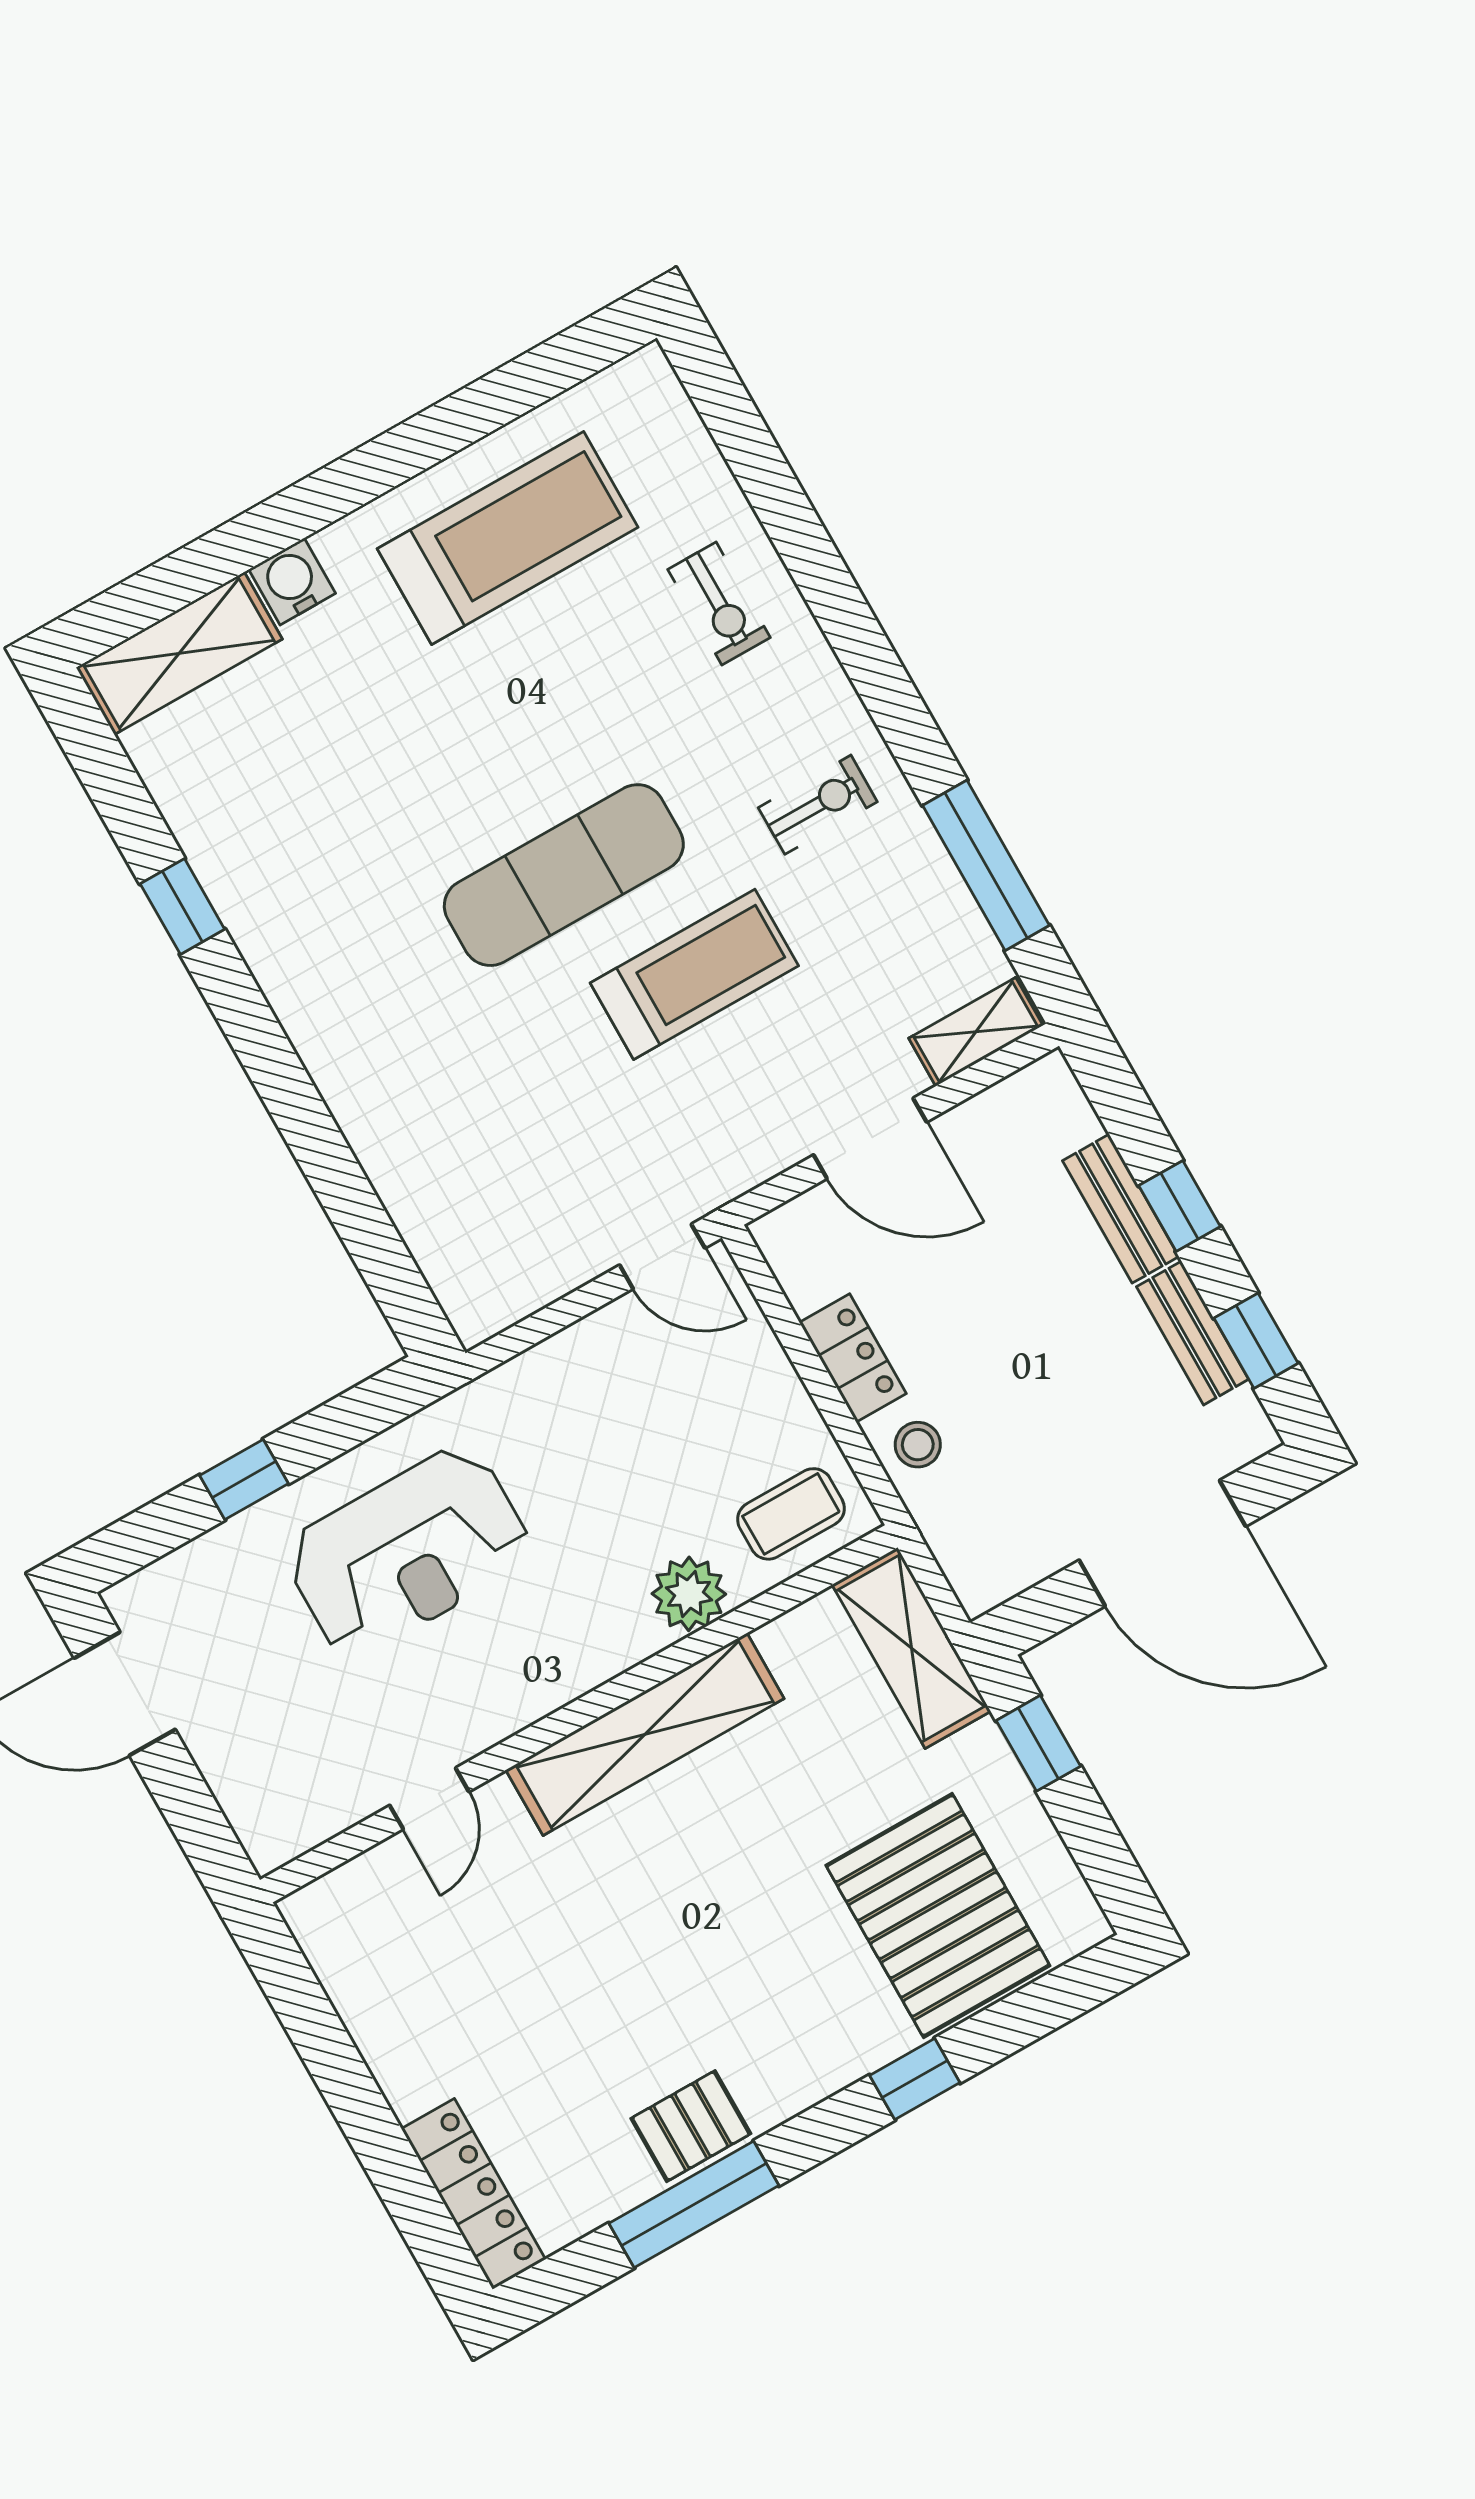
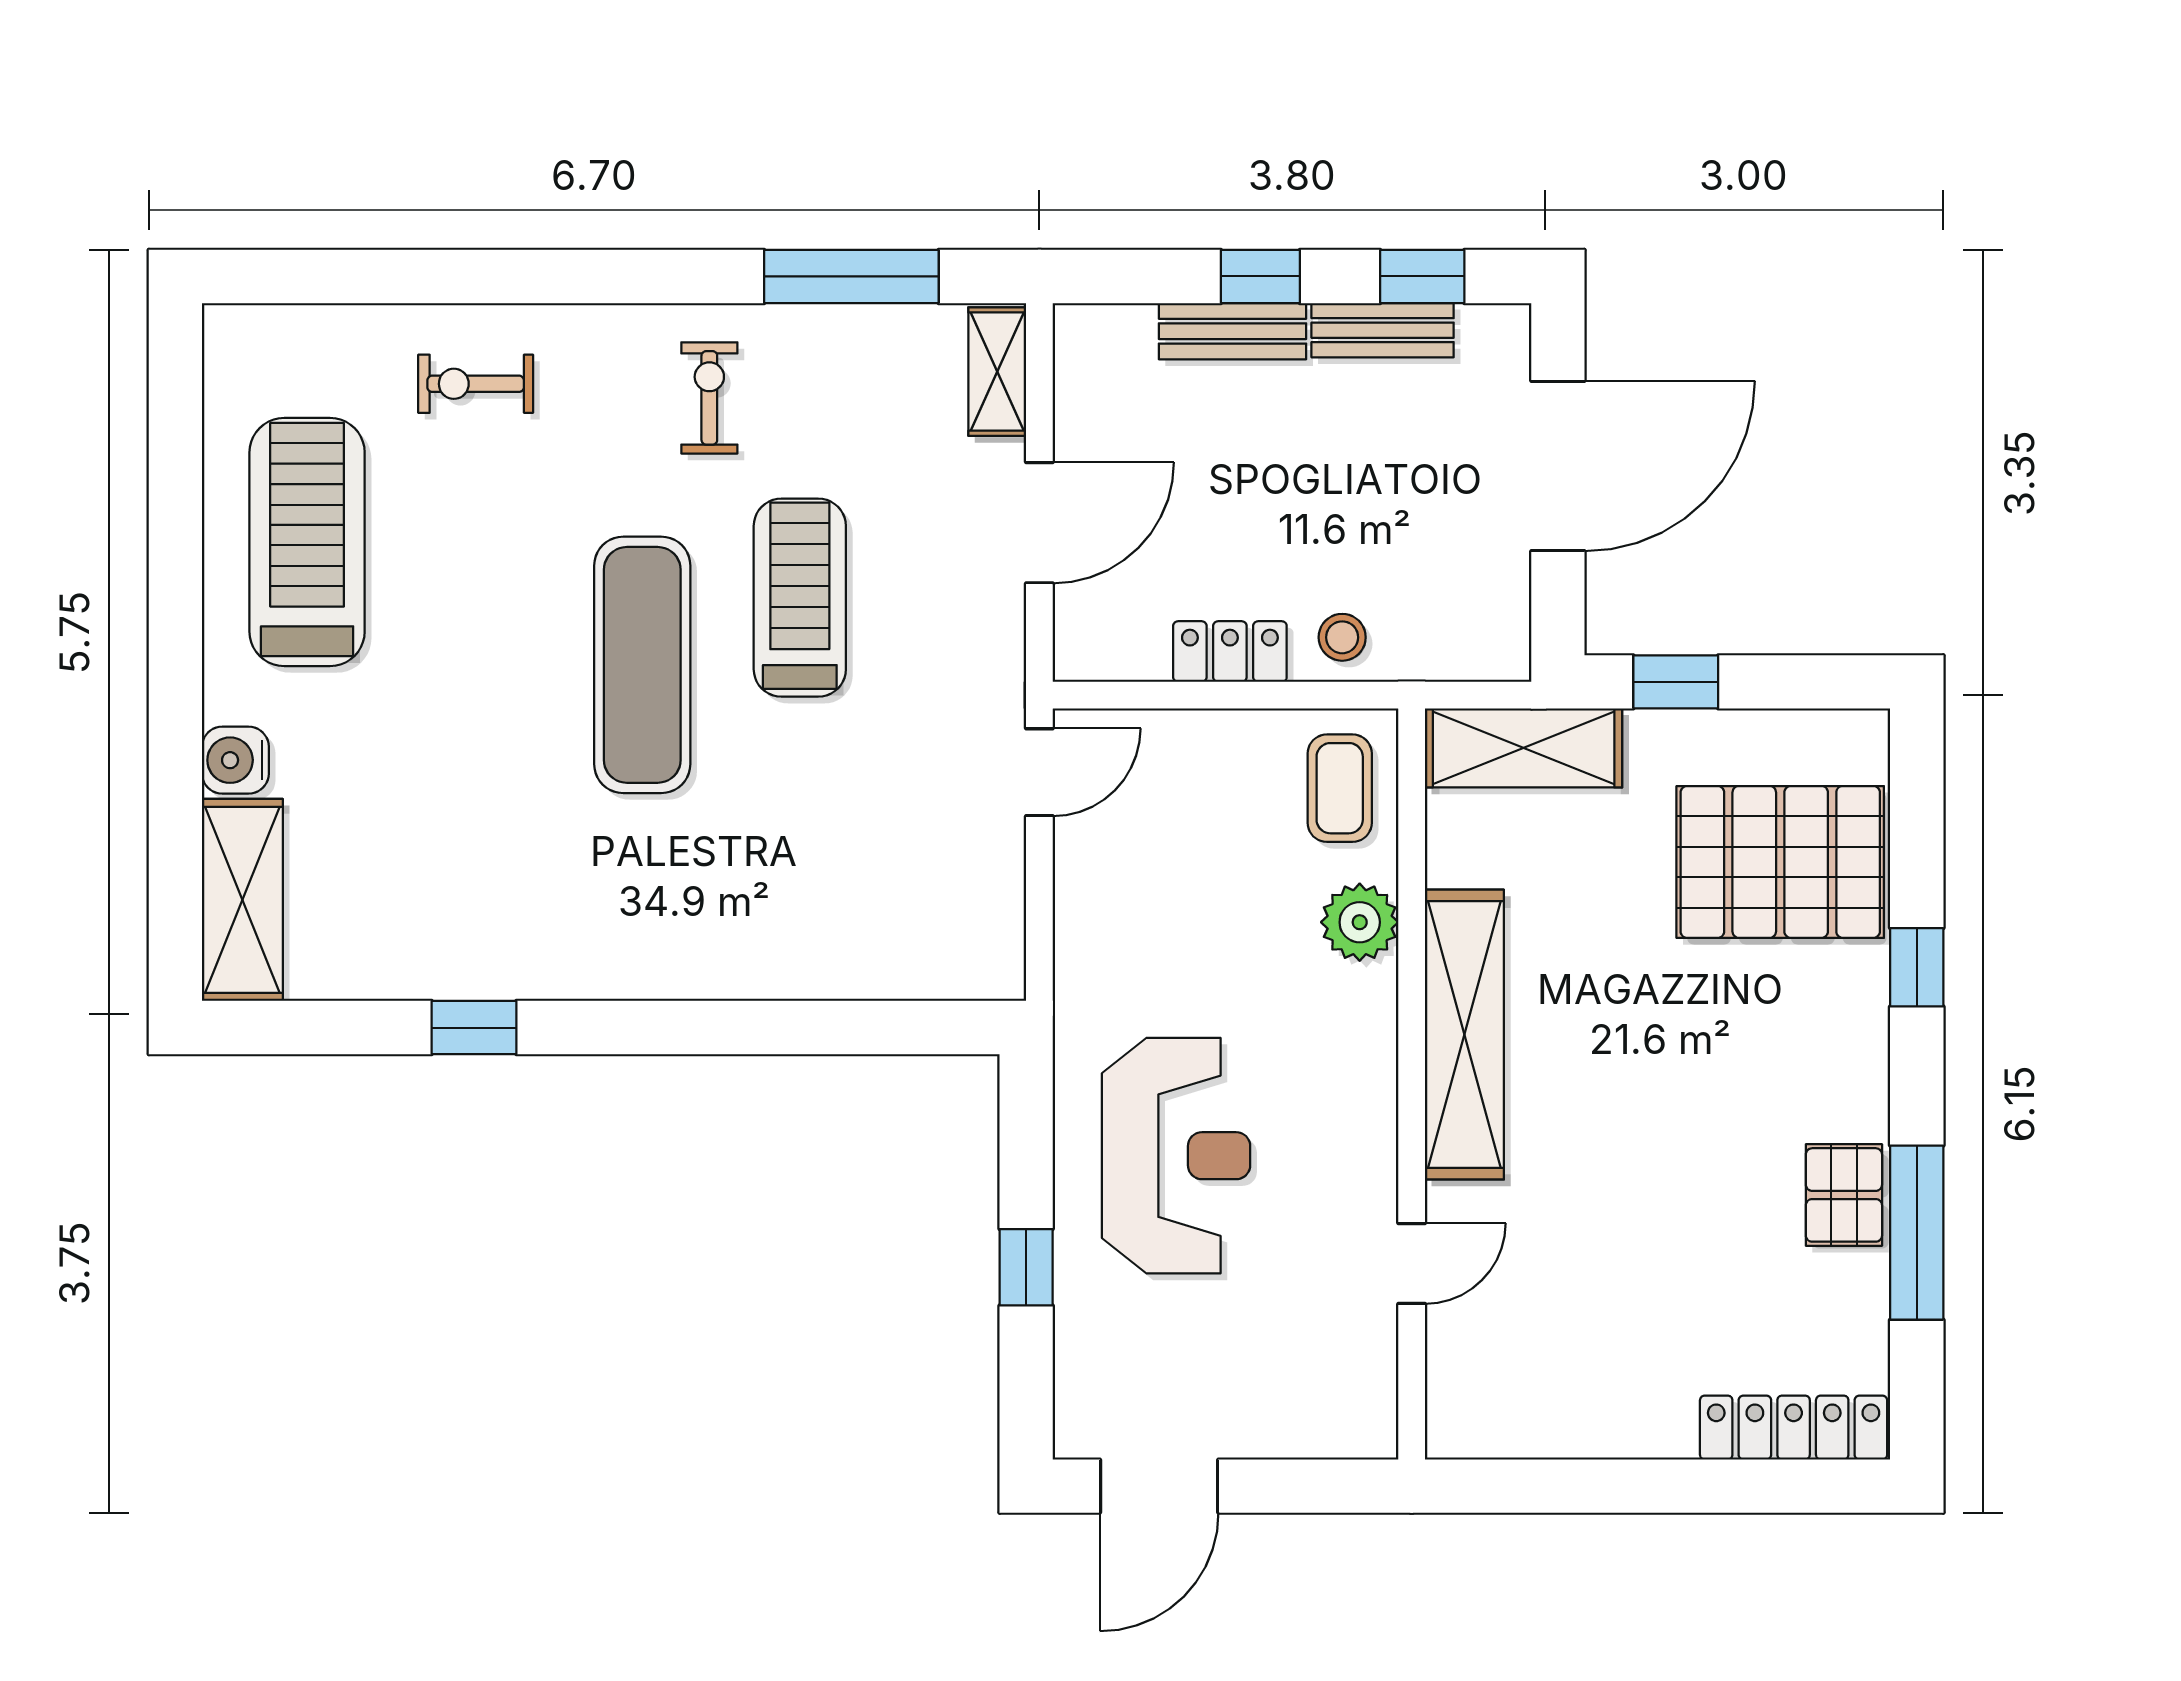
exercise bike: (719, 603) -> (476, 384), turned 180
door: (429, 1799) -> (1412, 1264), hinge flipped

